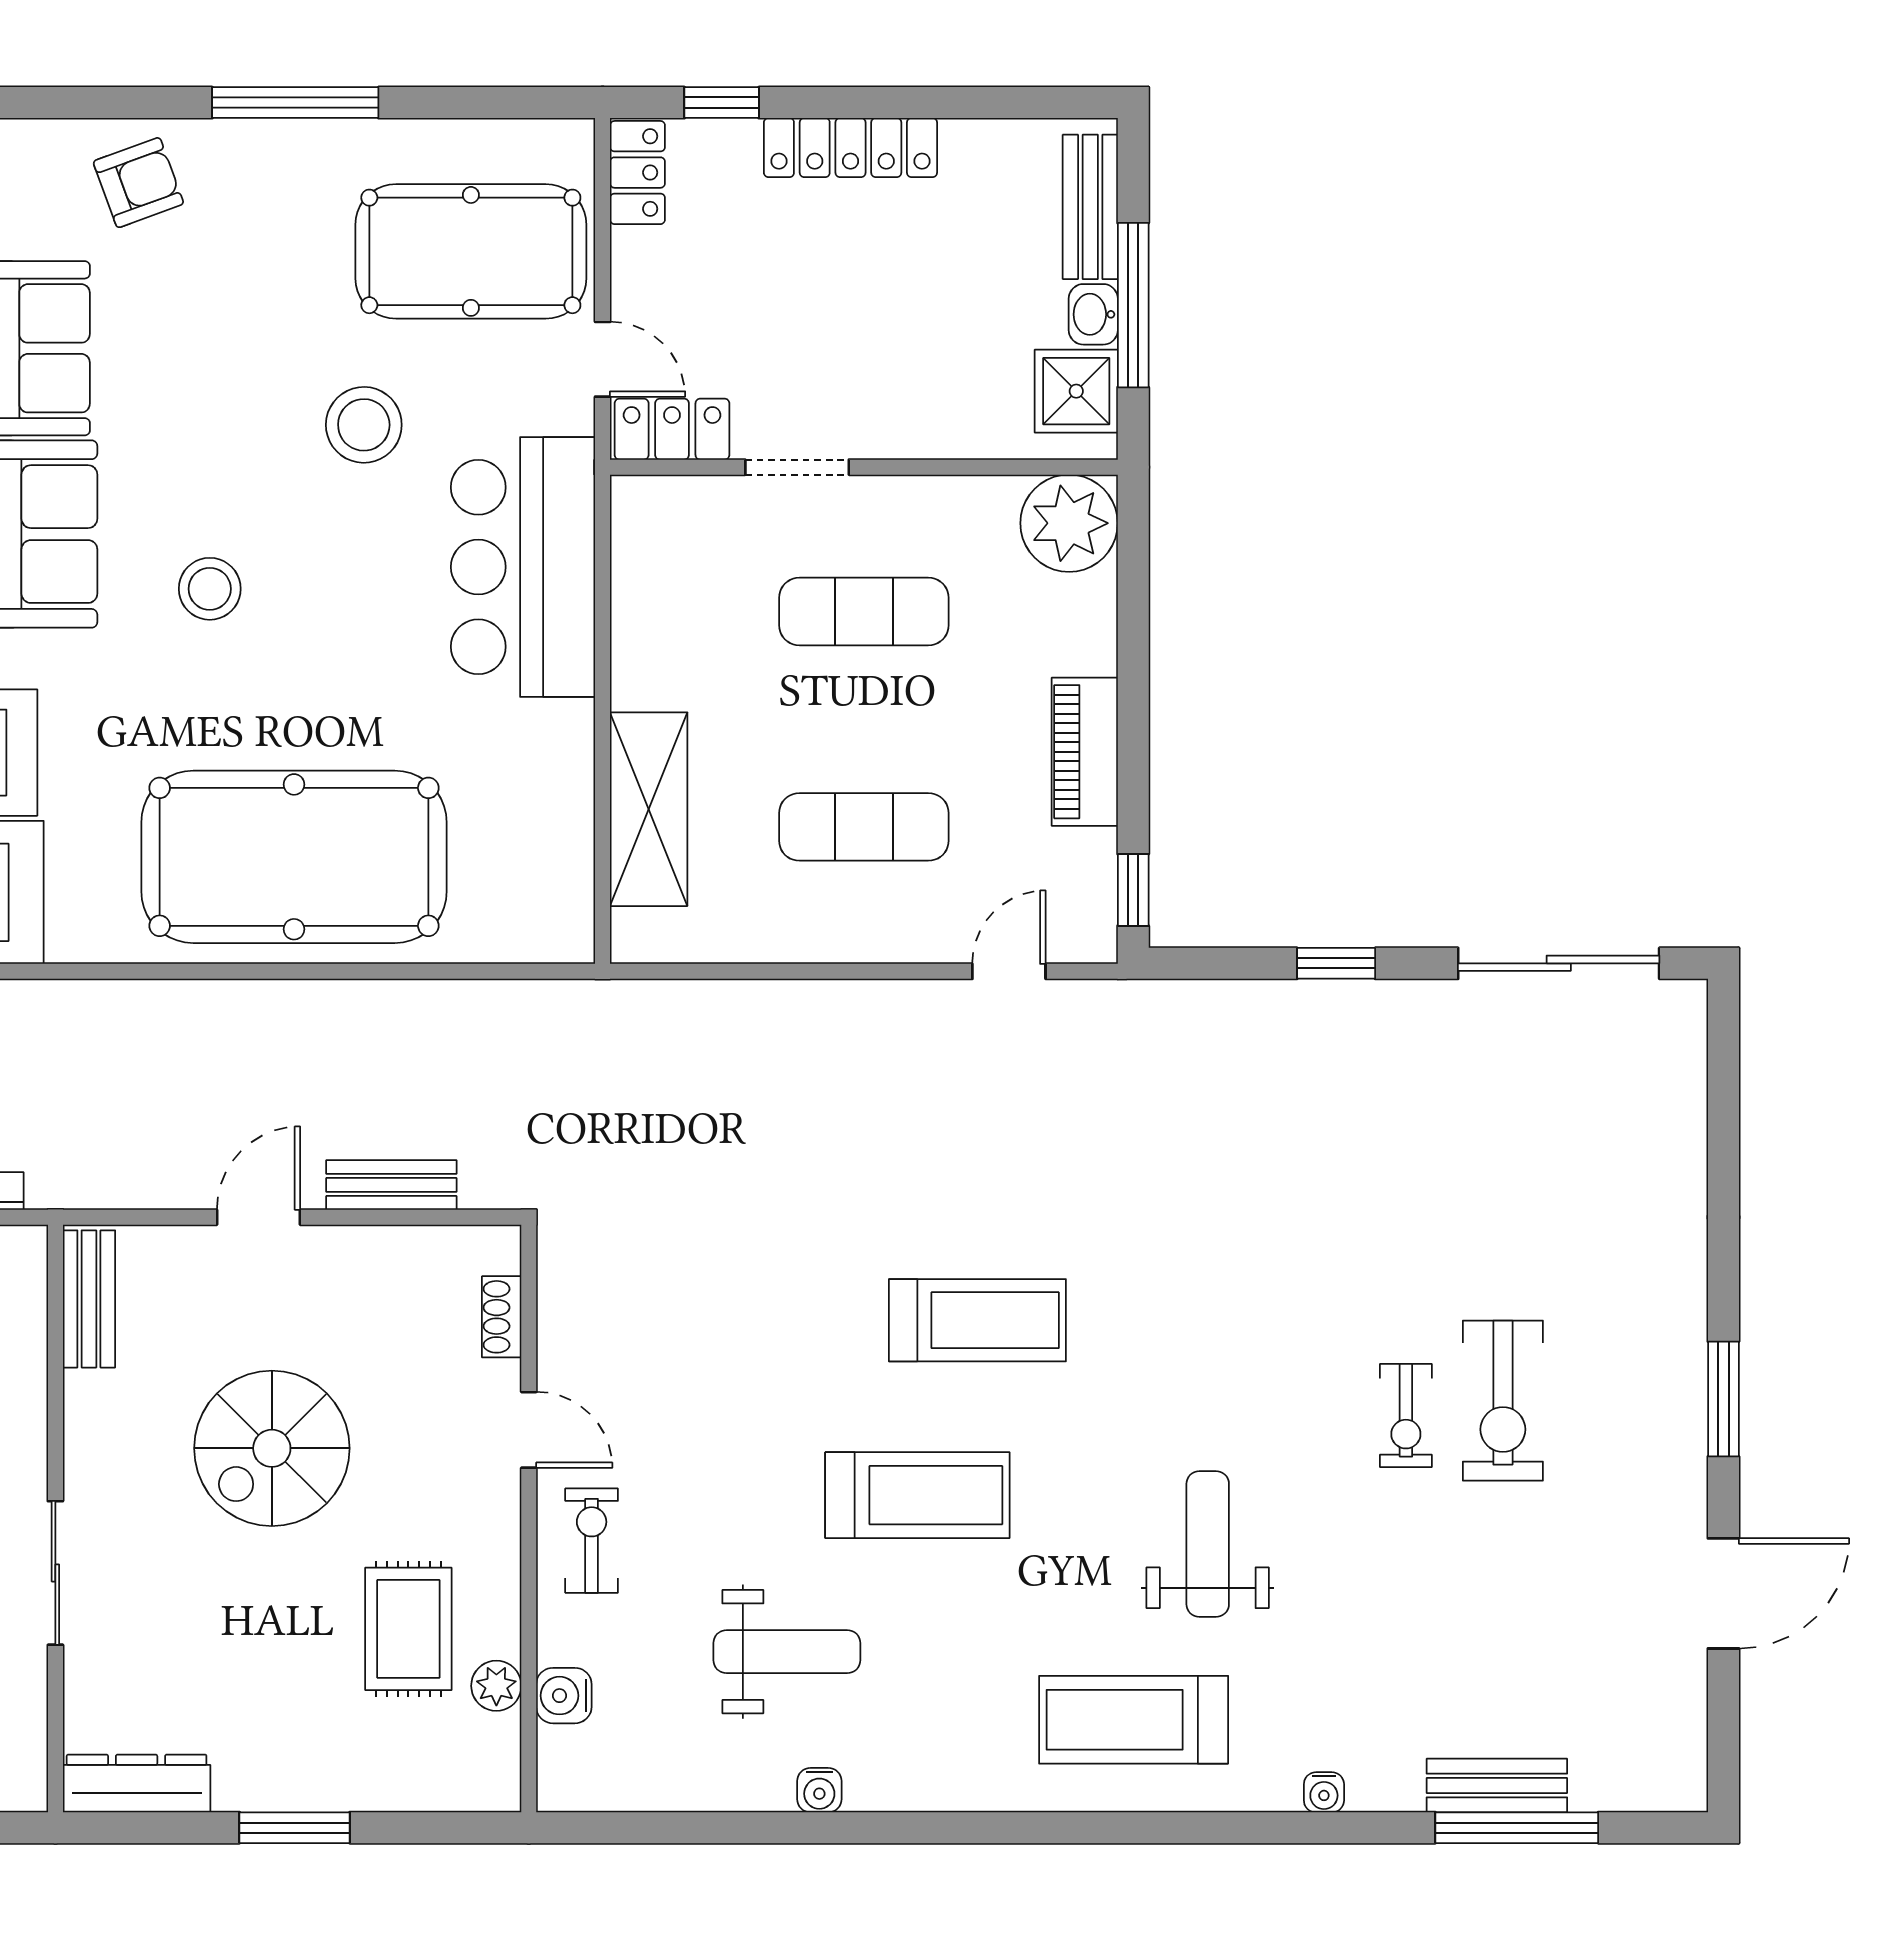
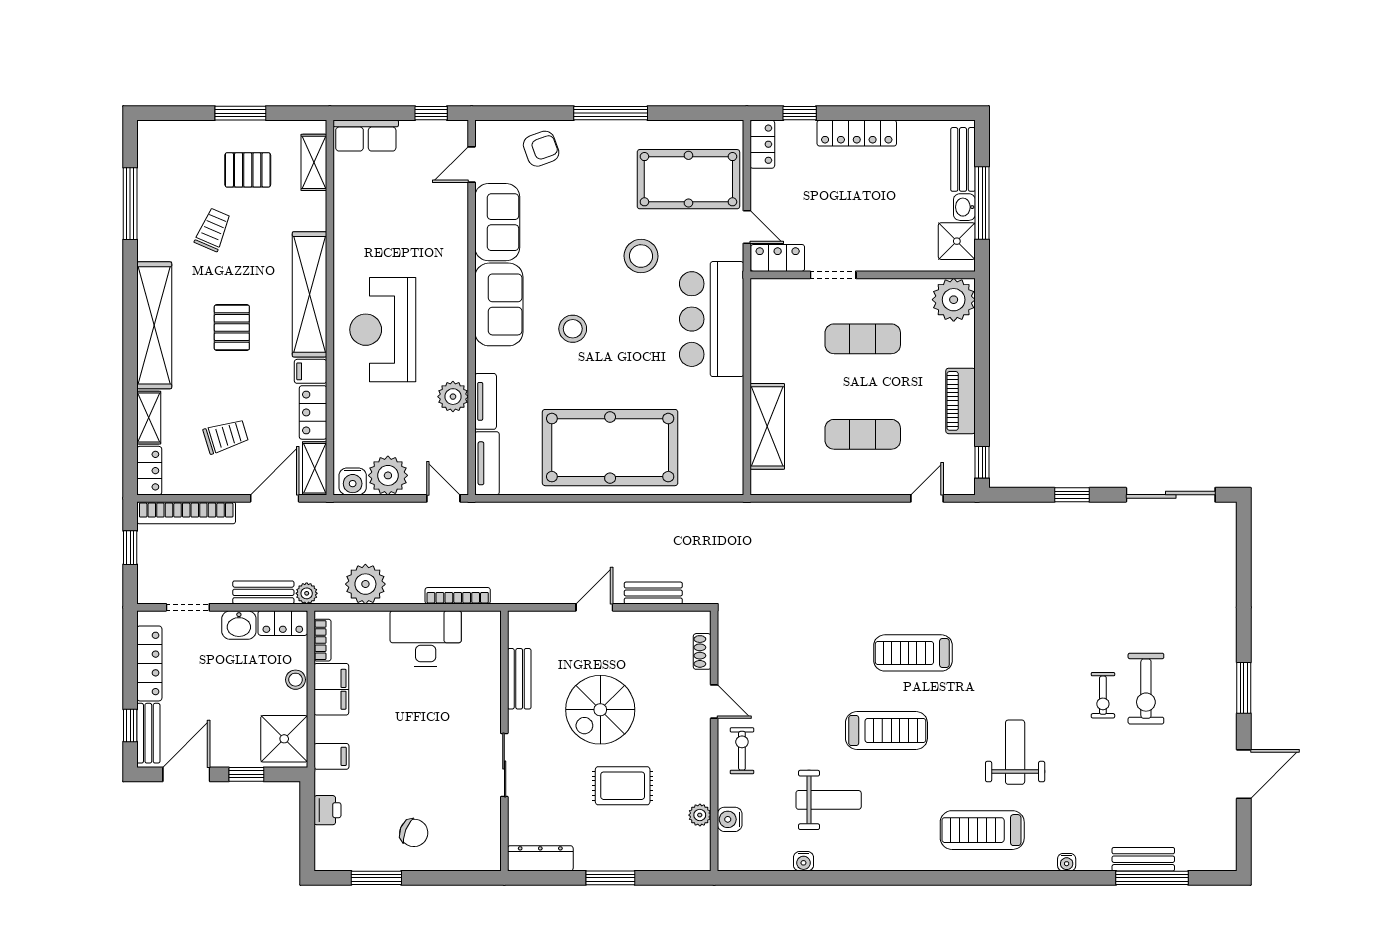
bench: (89, 1299) -> (519, 679), moved
treadmill: (977, 1320) -> (913, 653), turned 180
rug: (408, 1629) -> (623, 786), moved, turned 90
water cooler: (819, 1790) -> (803, 861), moved

